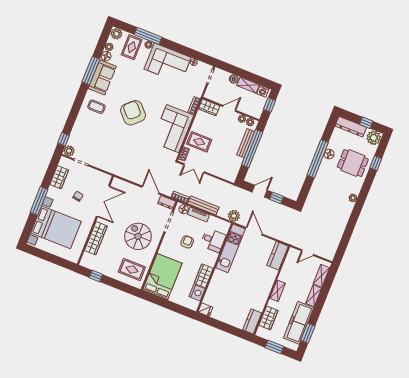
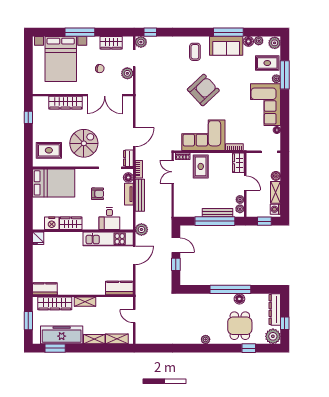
plant: (92, 174) -> (127, 73), added
rug: (132, 270) -> (49, 150), turned 90
wardrobe: (269, 318) -> (55, 303), width x1.50

